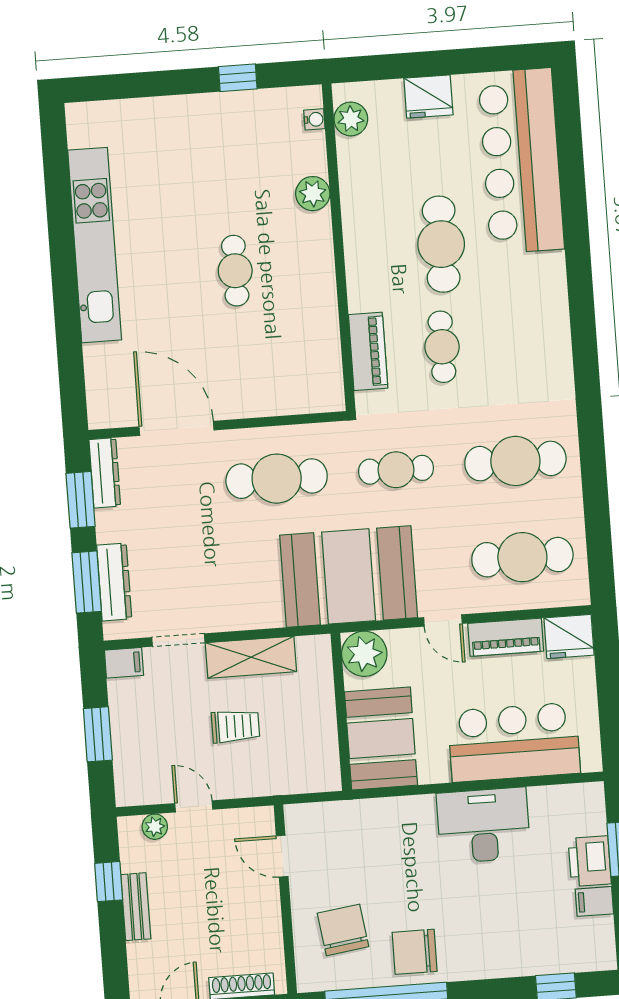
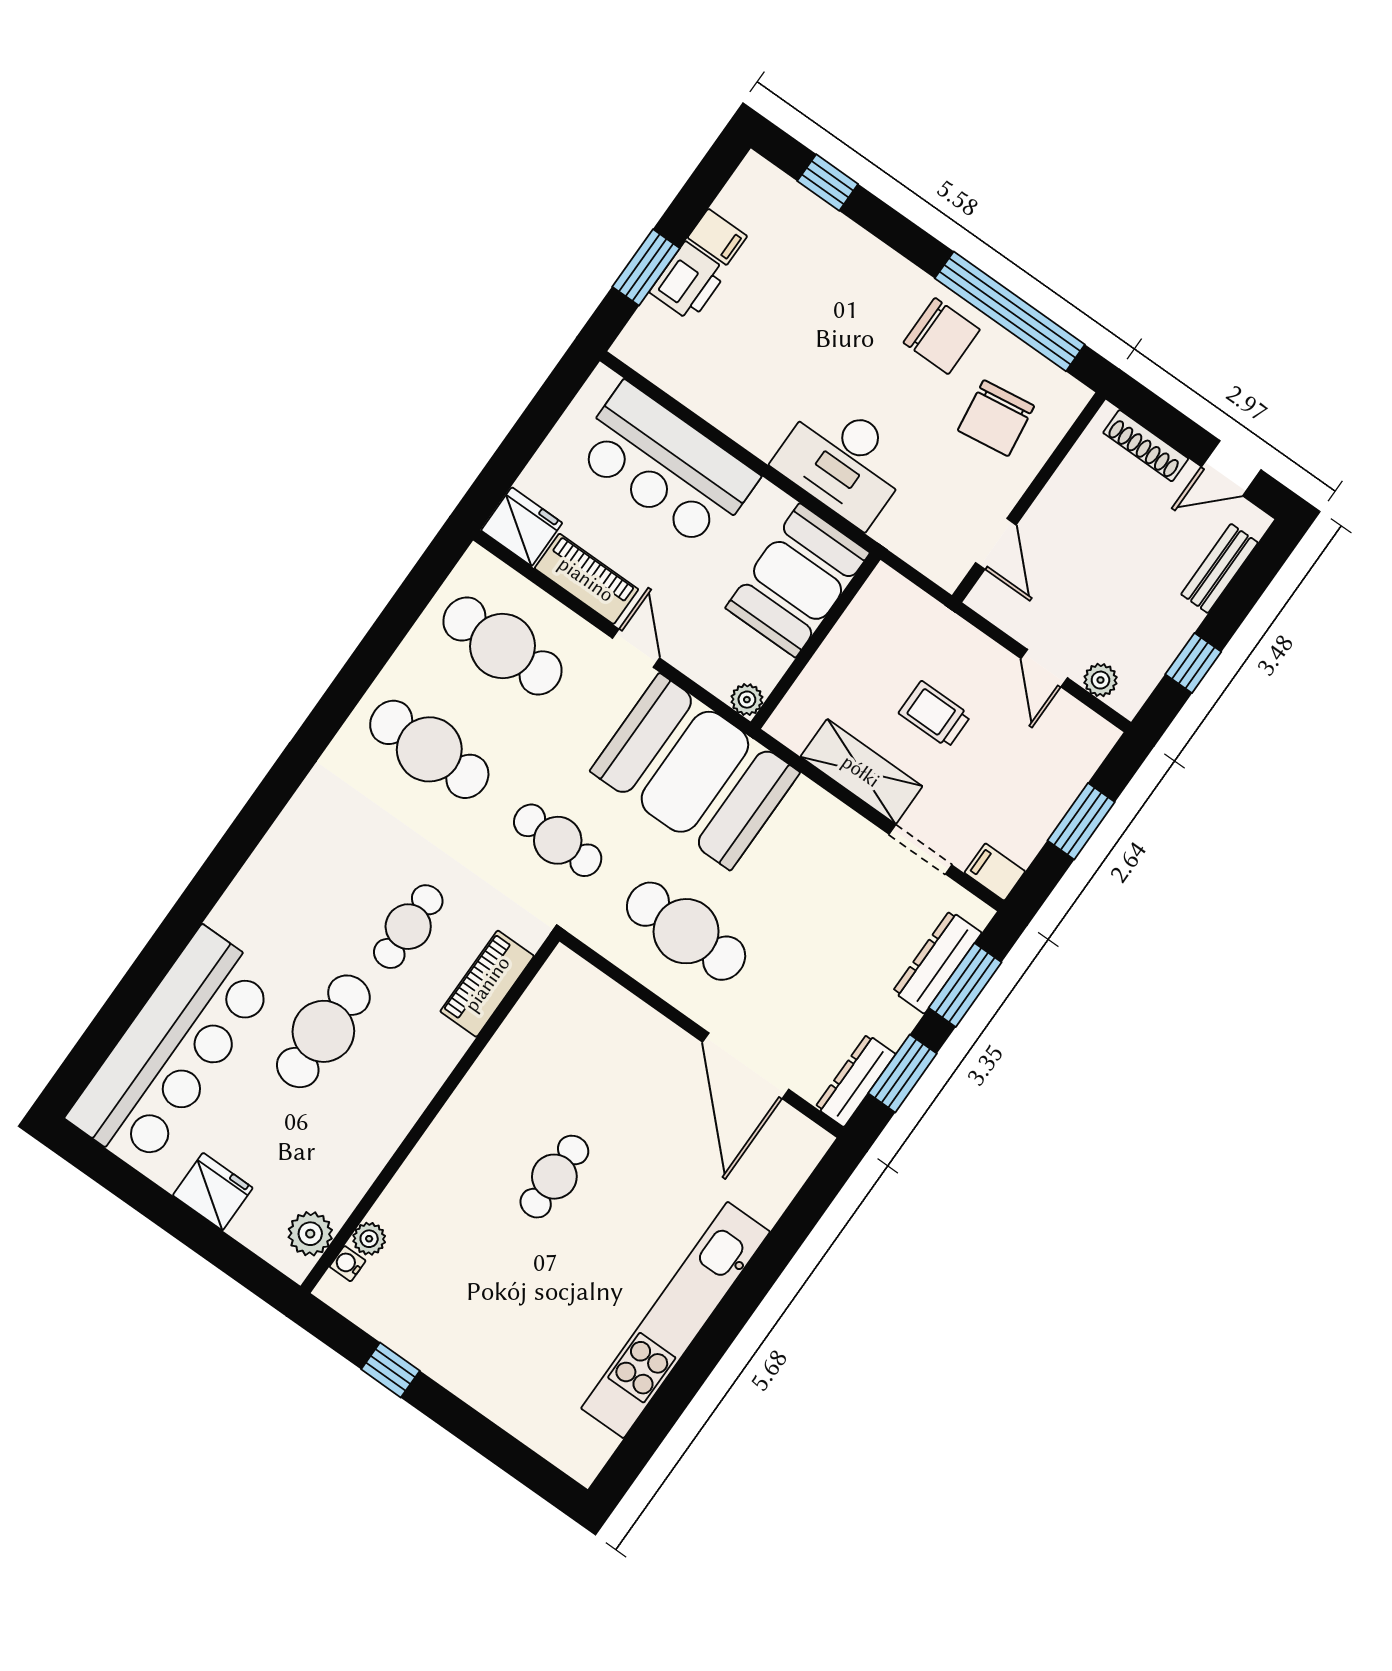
plant: (313, 194) -> (369, 1239), moved, width x0.73, depth x0.73
plant: (364, 654) -> (747, 700), width x0.53, depth x0.53
desk: (484, 825) -> (843, 461), moved
bench: (136, 907) -> (1219, 568), moved

